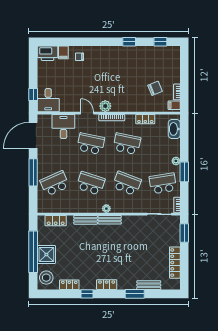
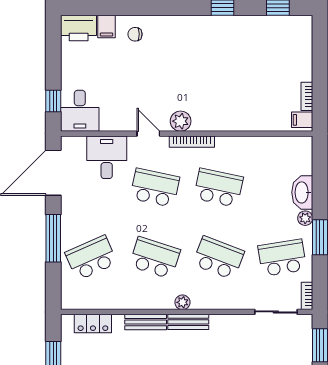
chair: (155, 88) -> (268, 90), removed
locker: (145, 119) -> (251, 144), removed
washbasin: (174, 129) -> (302, 192), moved

